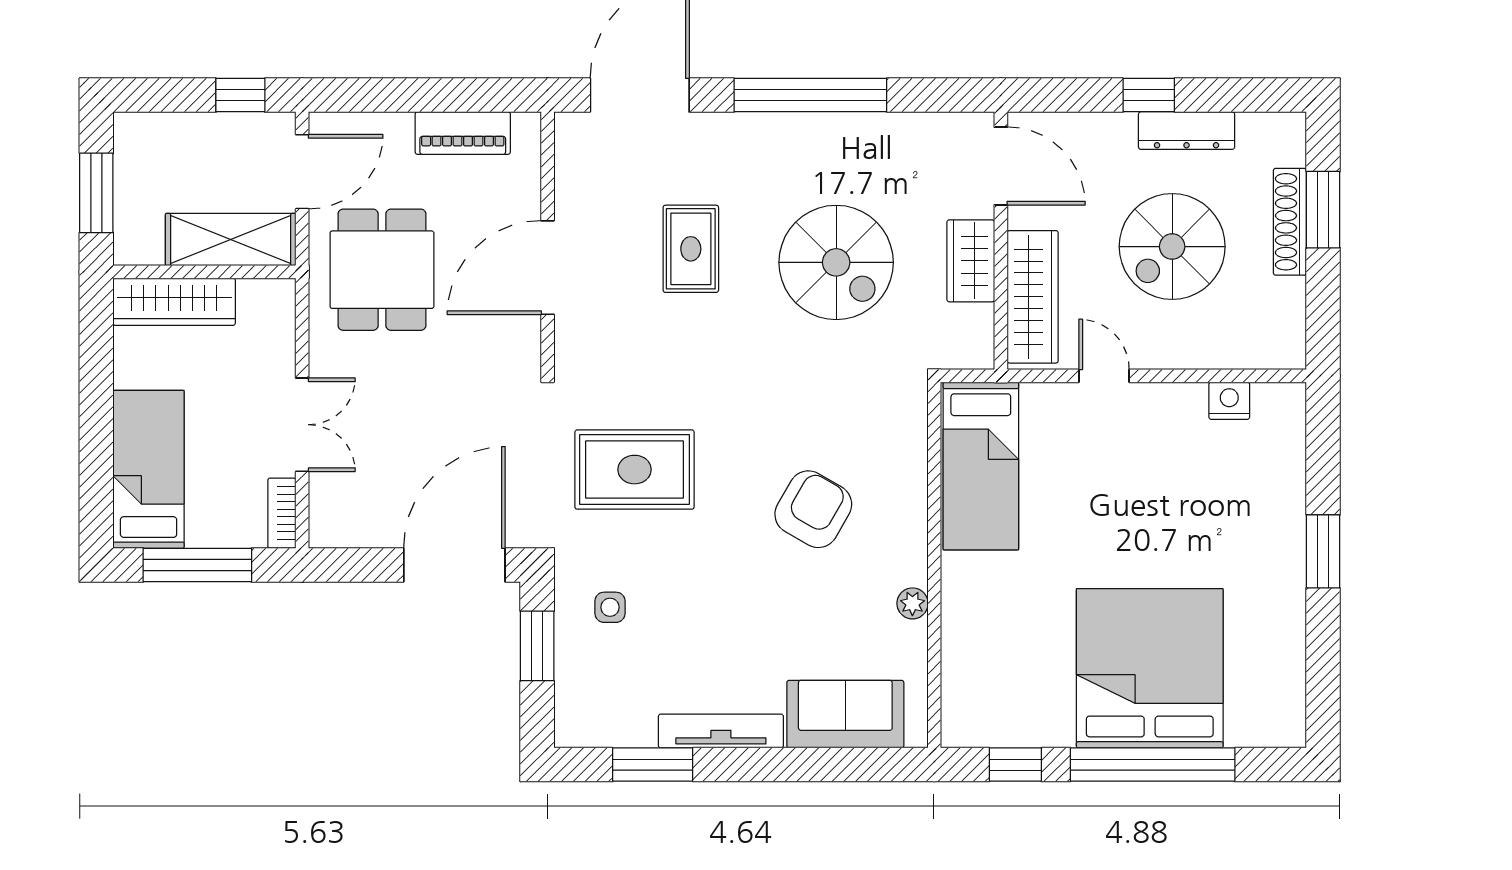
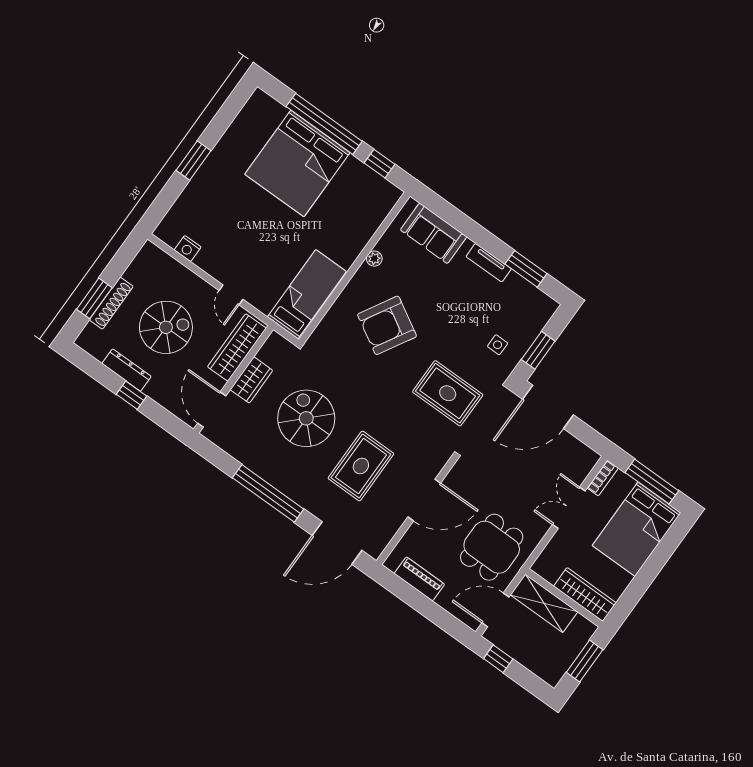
rug: (691, 249) -> (361, 466), width x1.36, depth x1.43
bed: (149, 469) -> (637, 529), width x1.50
armchair: (813, 509) -> (387, 325), width x1.36, depth x1.36
tv unit: (721, 731) -> (489, 263), width x0.71

